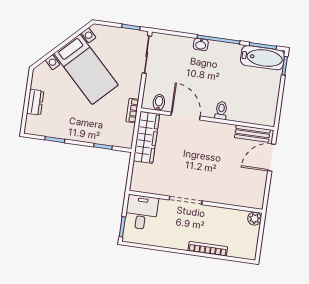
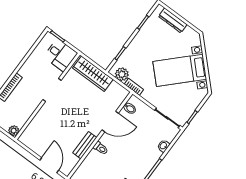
washbasin: (201, 44) -> (163, 146), moved
dresser: (35, 102) -> (173, 20), width x1.44
plant: (126, 132) -> (122, 74), added
bench: (252, 134) -> (85, 145), moved
wardrobe: (146, 137) -> (93, 74), moved

